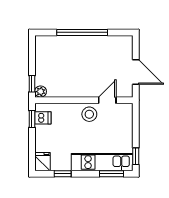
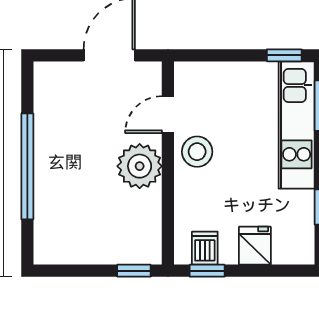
plant: (41, 92) -> (140, 166), moved, width x1.87, depth x1.87
door: (107, 100) -> (168, 115), hinge flipped
fridge: (42, 162) -> (255, 246), moved, turned 90

